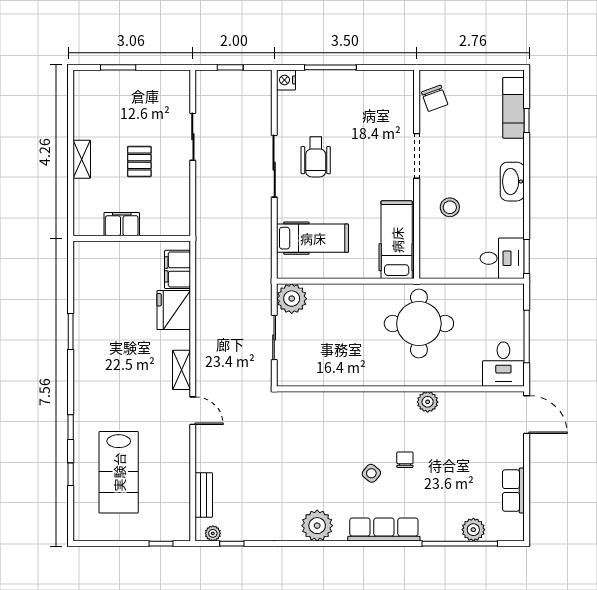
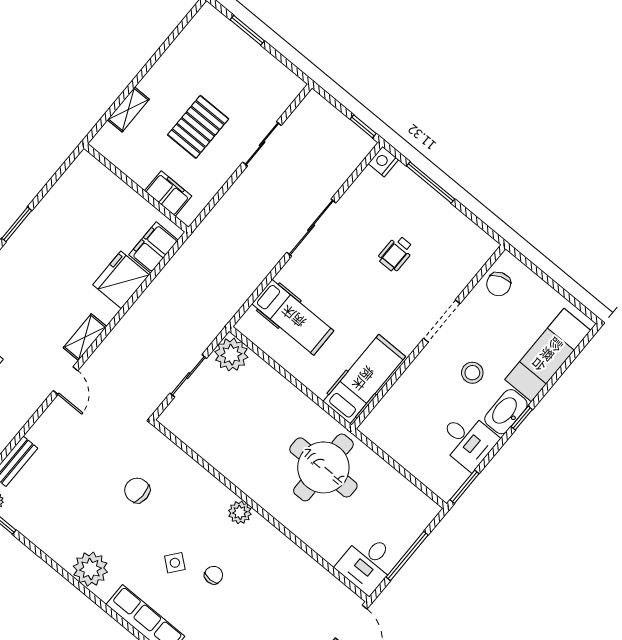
window: (230, 67) -> (363, 126), moved
exam couch: (513, 108) -> (548, 355), width x1.36, depth x1.45
window: (527, 120) -> (522, 418), moved
wheelchair: (316, 157) -> (396, 254), moved, width x0.73, depth x0.73
shelving: (82, 159) -> (128, 109), moved
pallet: (139, 161) -> (198, 127), width x1.50, depth x1.42
stool: (450, 207) -> (472, 373), moved
filing cabinet: (122, 224) -> (168, 193), moved
desk: (502, 258) -> (468, 440), moved
plant: (428, 402) -> (240, 512), moved
chair: (304, 445) -> (137, 490), added

